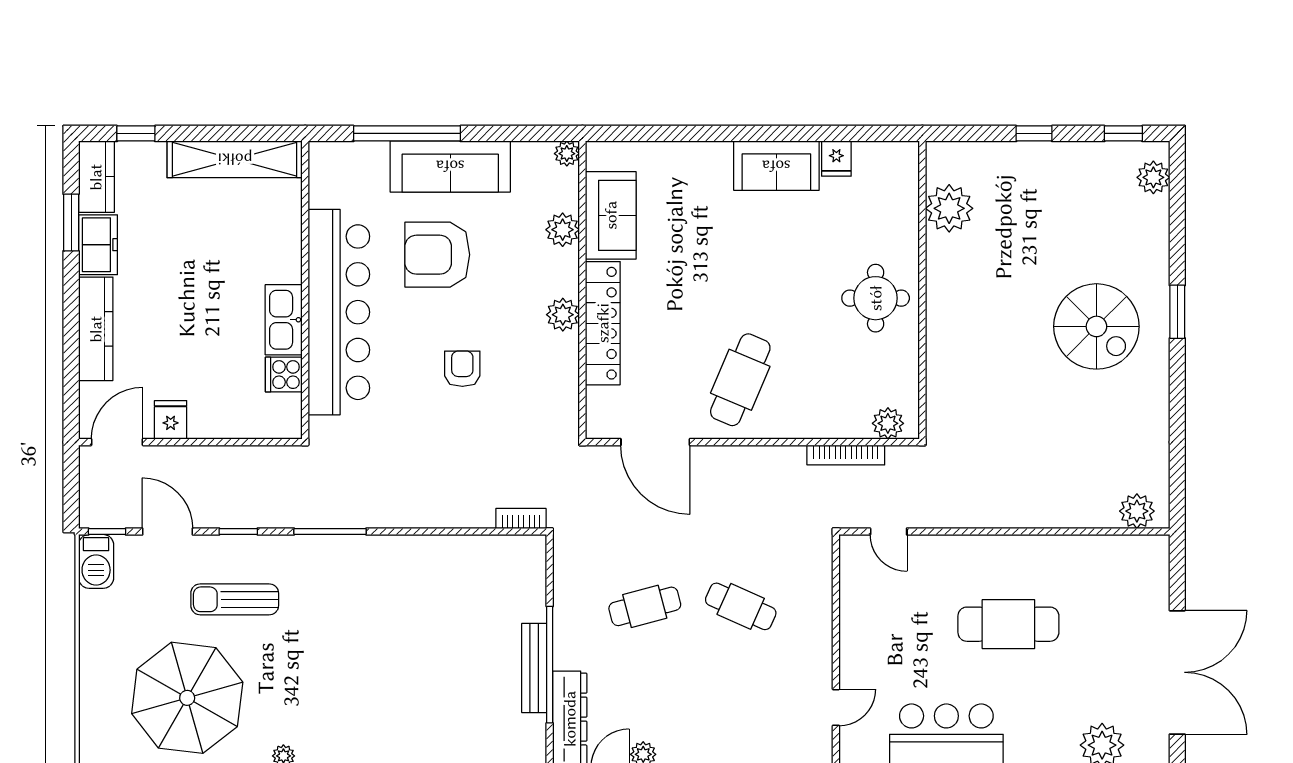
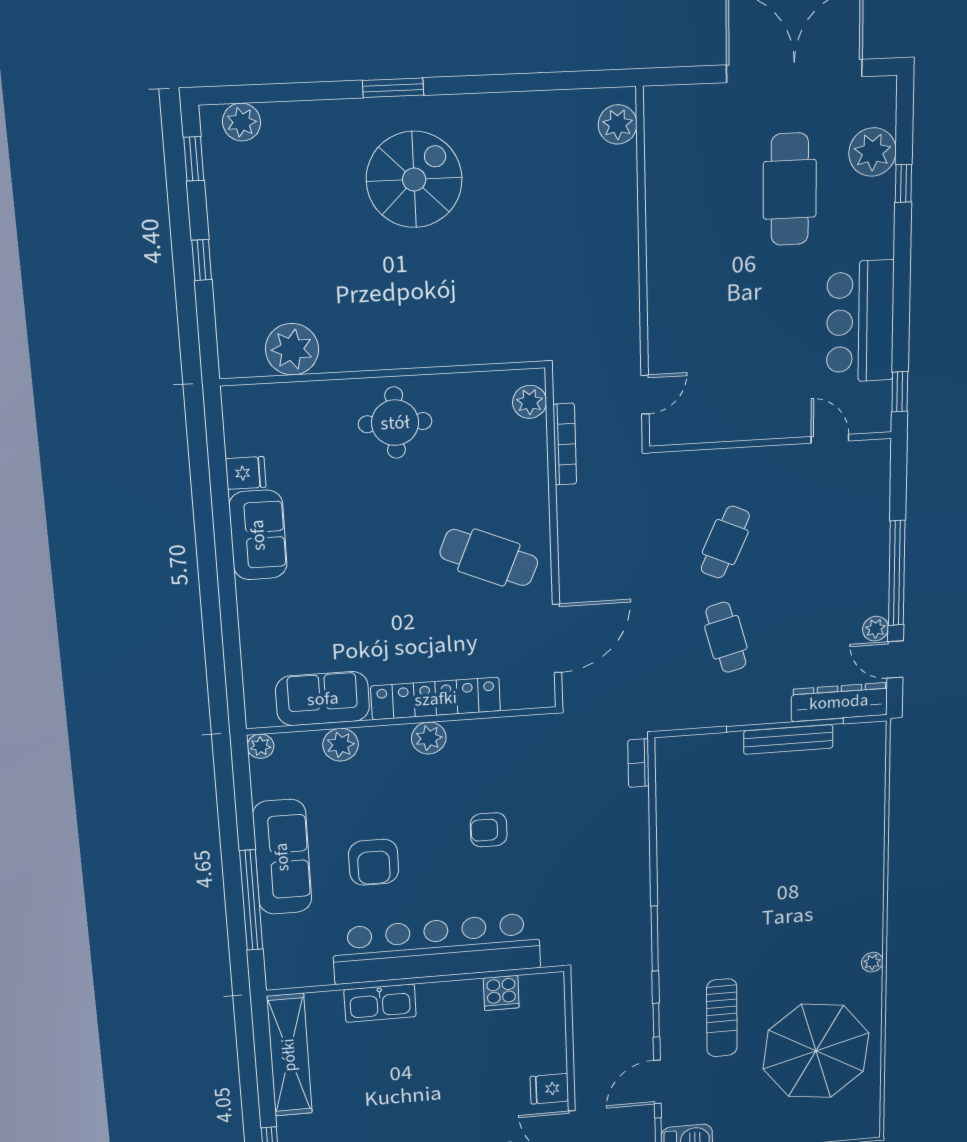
armchair: (437, 255) -> (374, 862), width x0.73, depth x0.73
kitchen sink: (284, 320) -> (380, 1003), moved
cafe table: (1008, 624) -> (790, 189), moved

